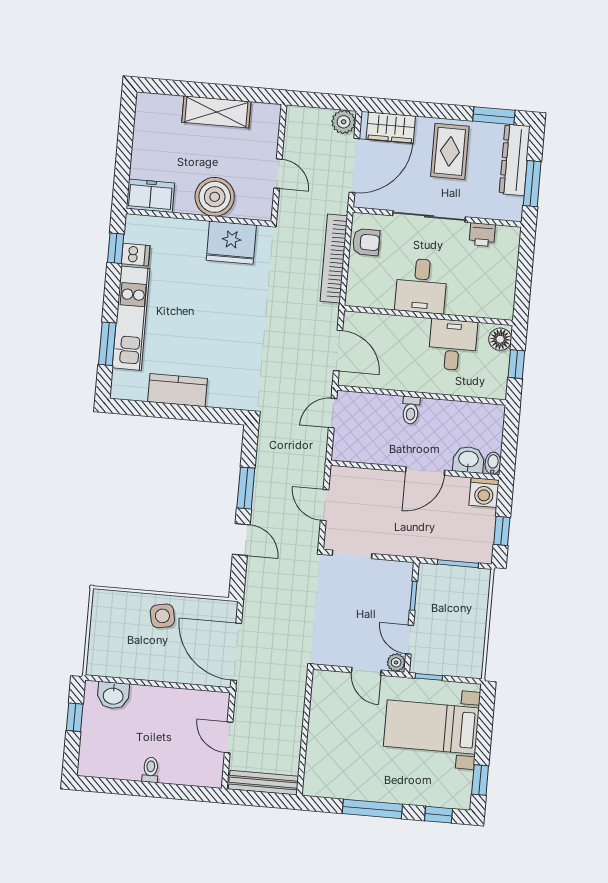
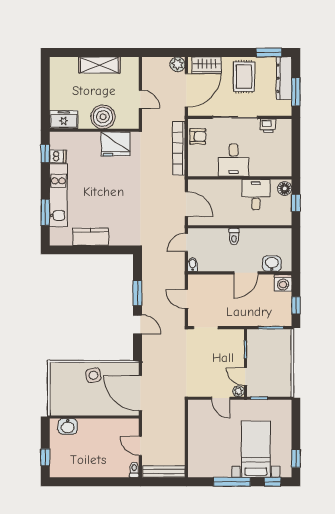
bidet: (493, 463) -> (193, 265), moved
window: (75, 717) -> (45, 457), moved
bed with nightstands: (431, 727) -> (256, 449), moved, turned 90
toilet: (151, 770) -> (134, 470), moved

